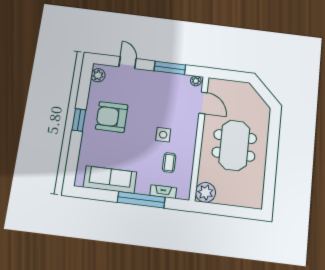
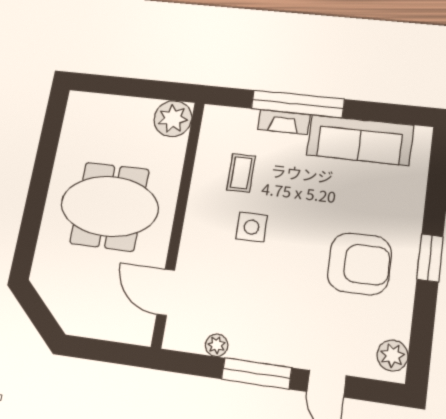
window: (170, 68) -> (257, 373), moved
plant: (196, 81) -> (217, 345), moved
meeting table: (234, 145) -> (110, 206), turned 90
fireplace: (163, 192) -> (284, 122), moved

